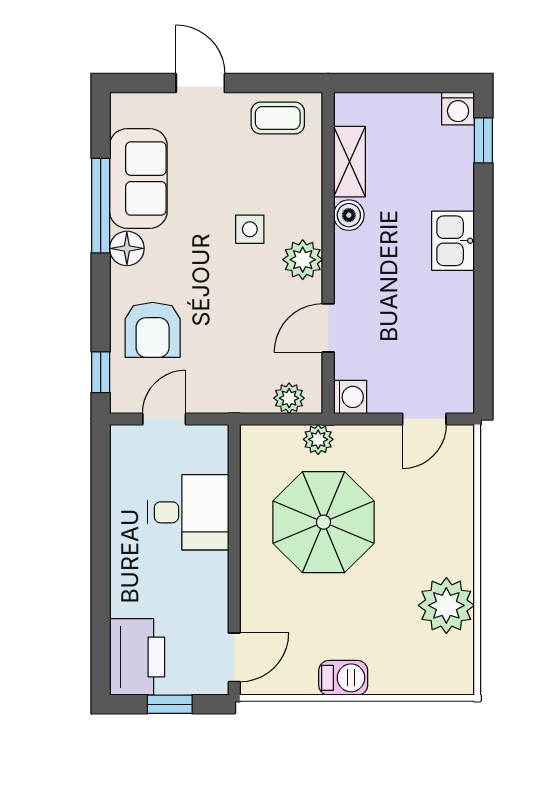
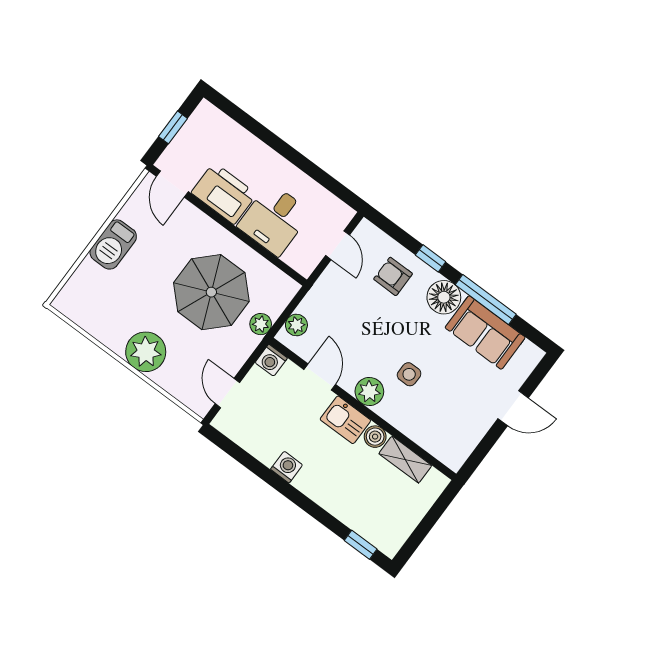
washing machine: (458, 108) -> (287, 467), moved, turned 90
coffee table: (278, 118) -> (460, 437), removed
kitchen sink: (453, 241) -> (345, 420), moved, turned 180
floor lamp: (127, 248) -> (444, 297), width x1.38, depth x1.38
armchair: (153, 330) -> (393, 276), width x0.72, depth x0.72
window: (101, 372) -> (431, 258), moved
plant: (446, 605) -> (146, 352), moved
printer: (137, 657) -> (224, 193), moved, turned 180
barbecue: (343, 678) -> (113, 244), width x1.38, depth x1.27

